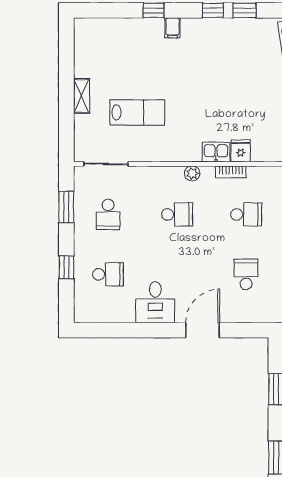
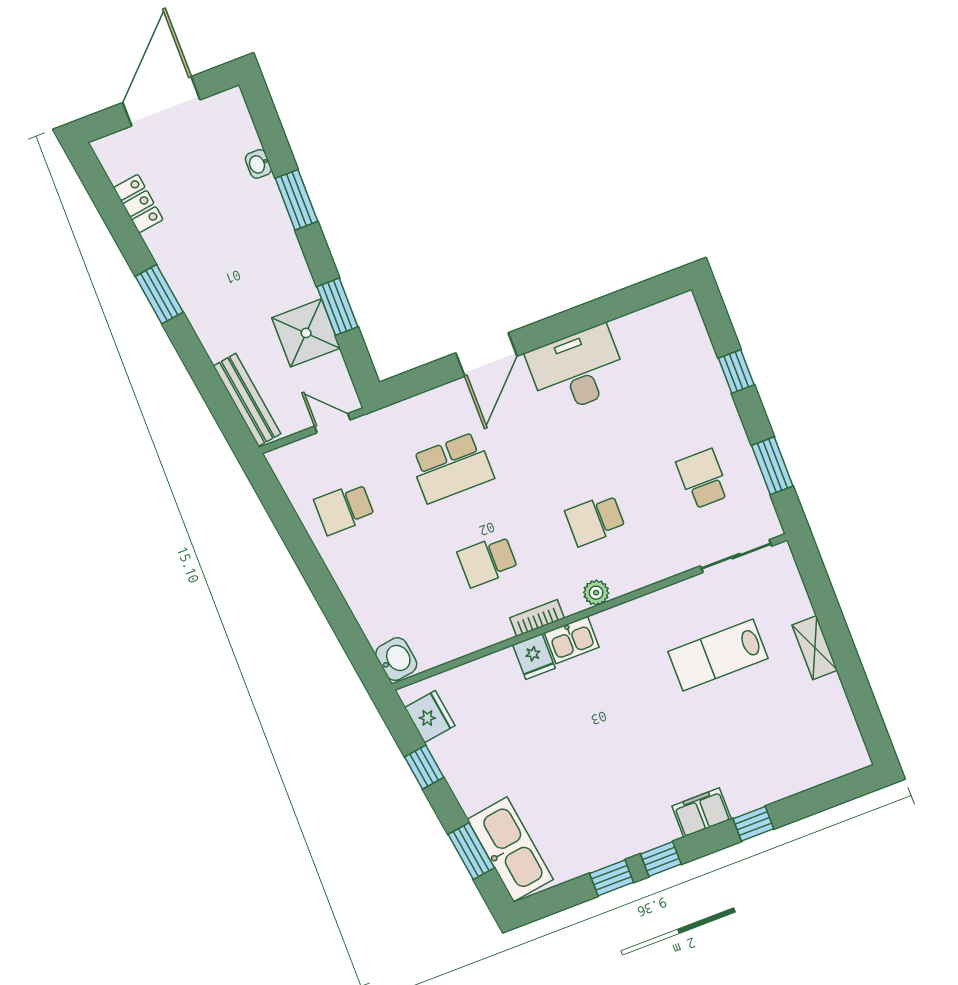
filing cabinet: (173, 28) -> (702, 813), width x2.00
school desk: (108, 274) -> (667, 385), removed
school desk: (246, 274) -> (452, 467), width x1.85
desk: (155, 302) -> (577, 370), width x1.37

